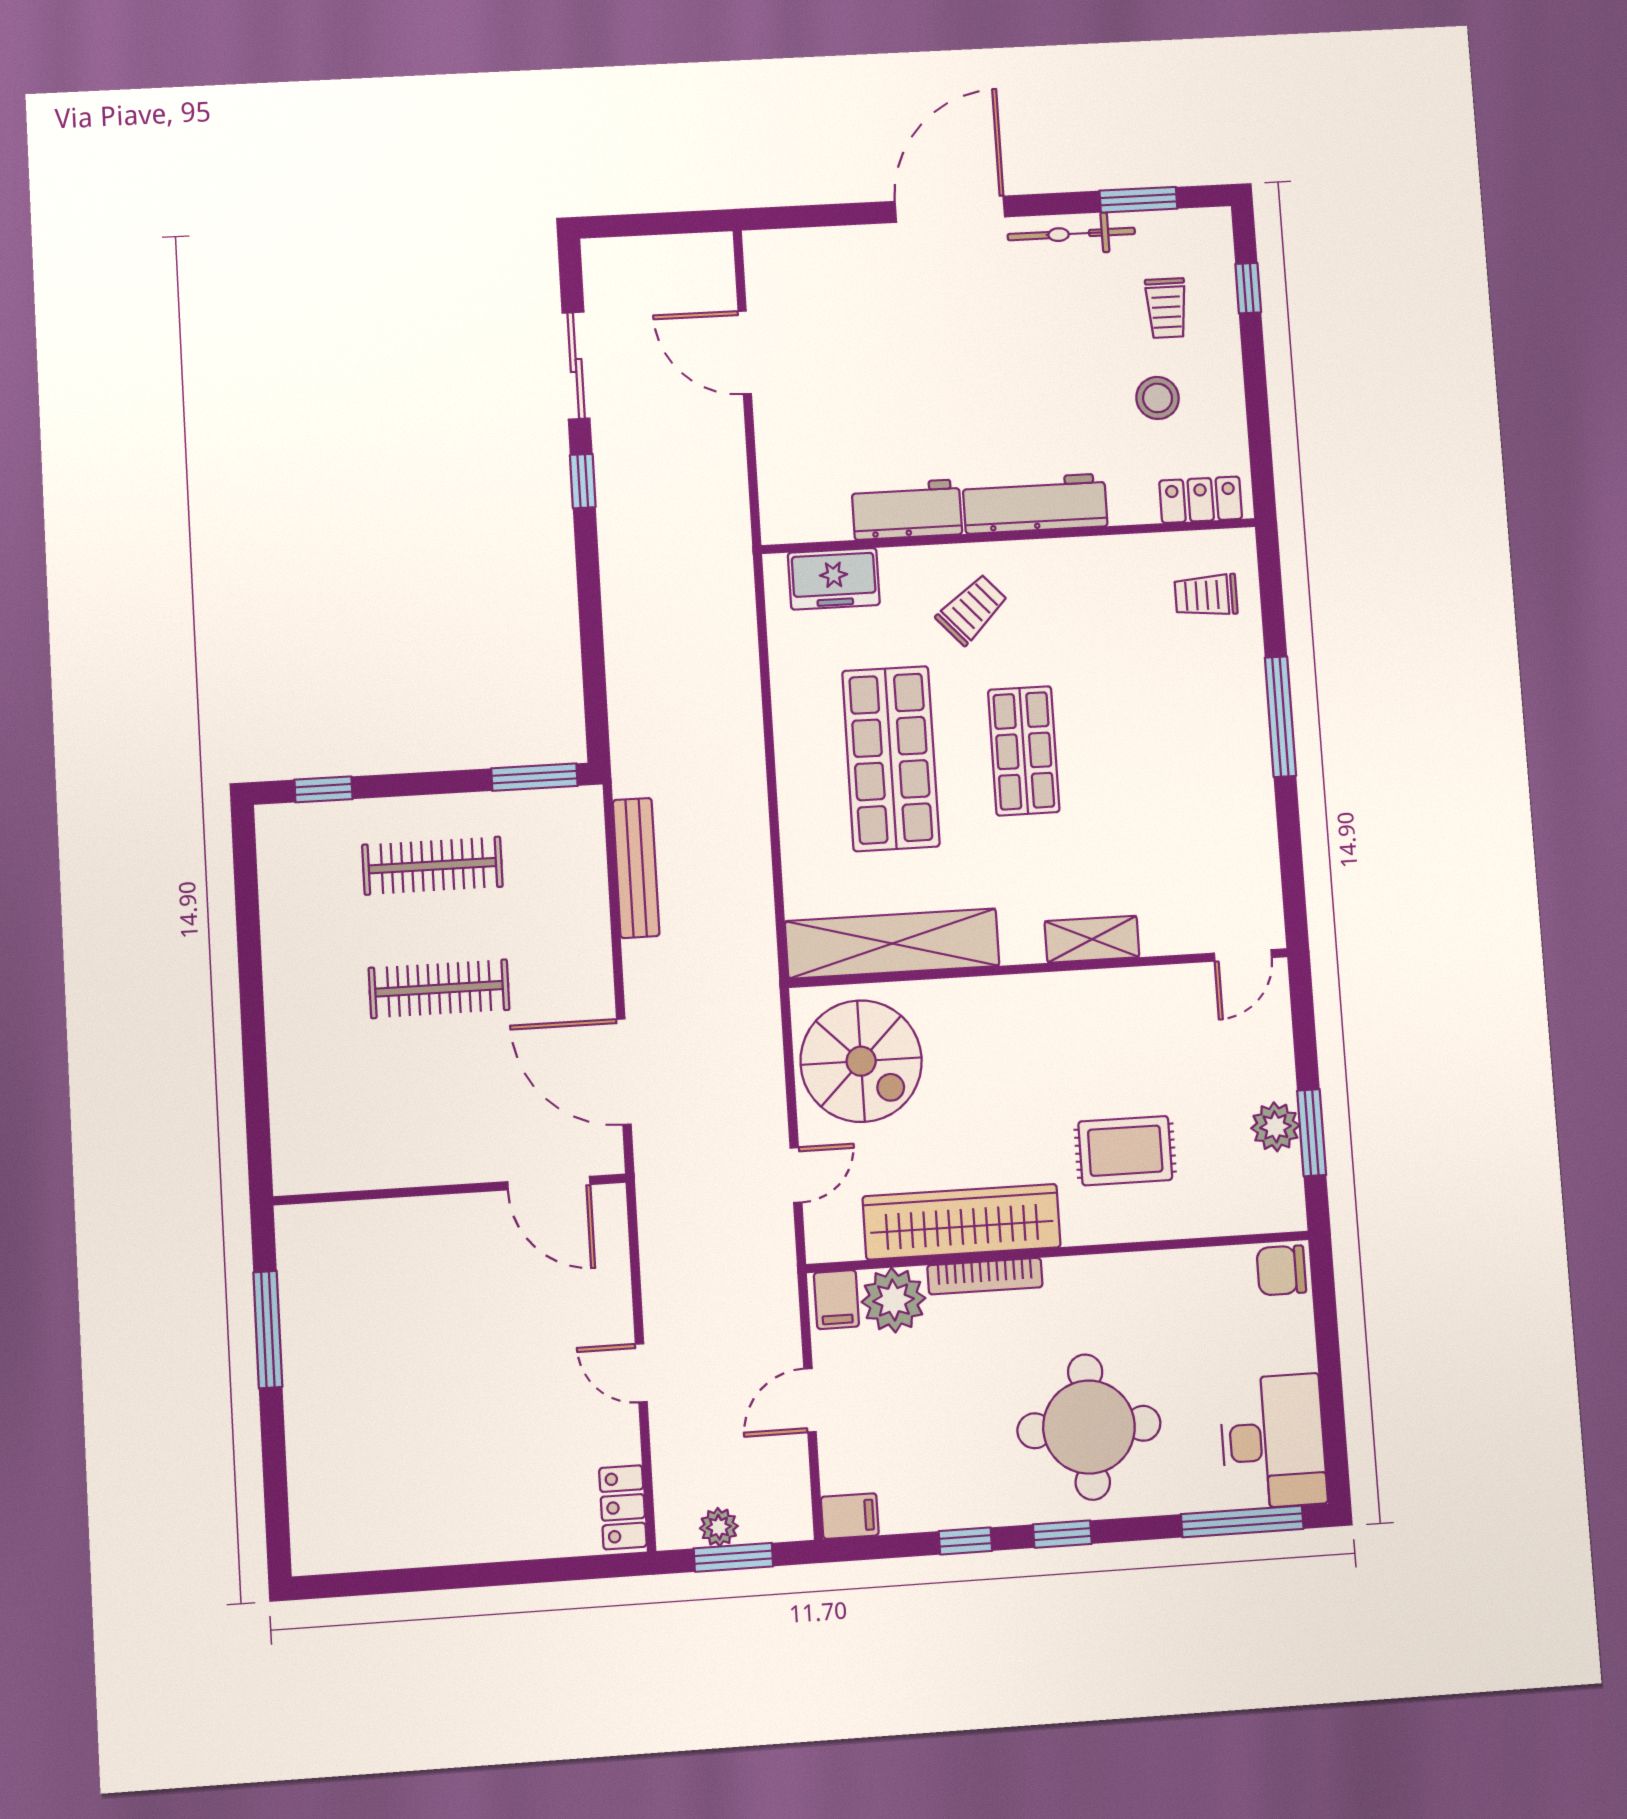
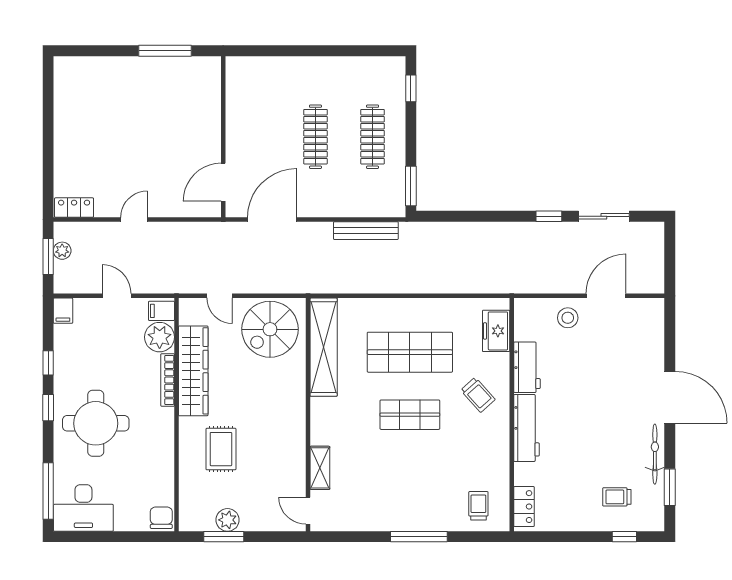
stool: (1158, 398) -> (568, 318), moved
shelving: (1092, 939) -> (320, 468), moved

